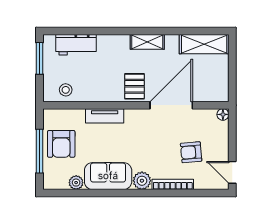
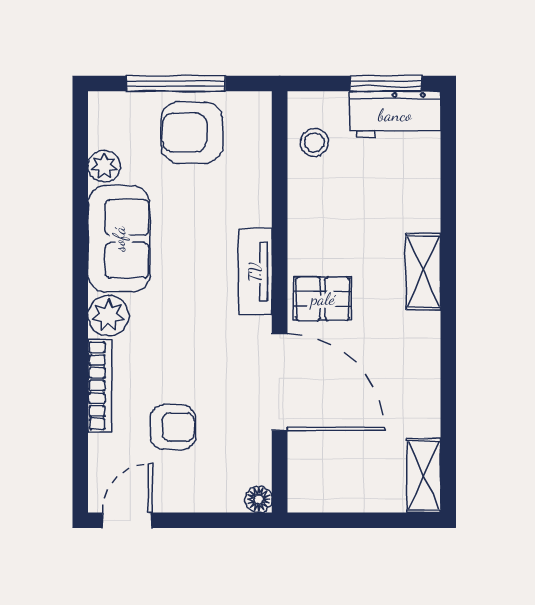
shelving: (147, 42) -> (423, 272), moved
shelving: (204, 44) -> (424, 475), width x0.67, depth x0.75
workbench: (76, 45) -> (395, 115), moved, turned -90
tv unit: (105, 116) -> (255, 272), moved
armchair: (191, 152) -> (173, 427), turned 95

